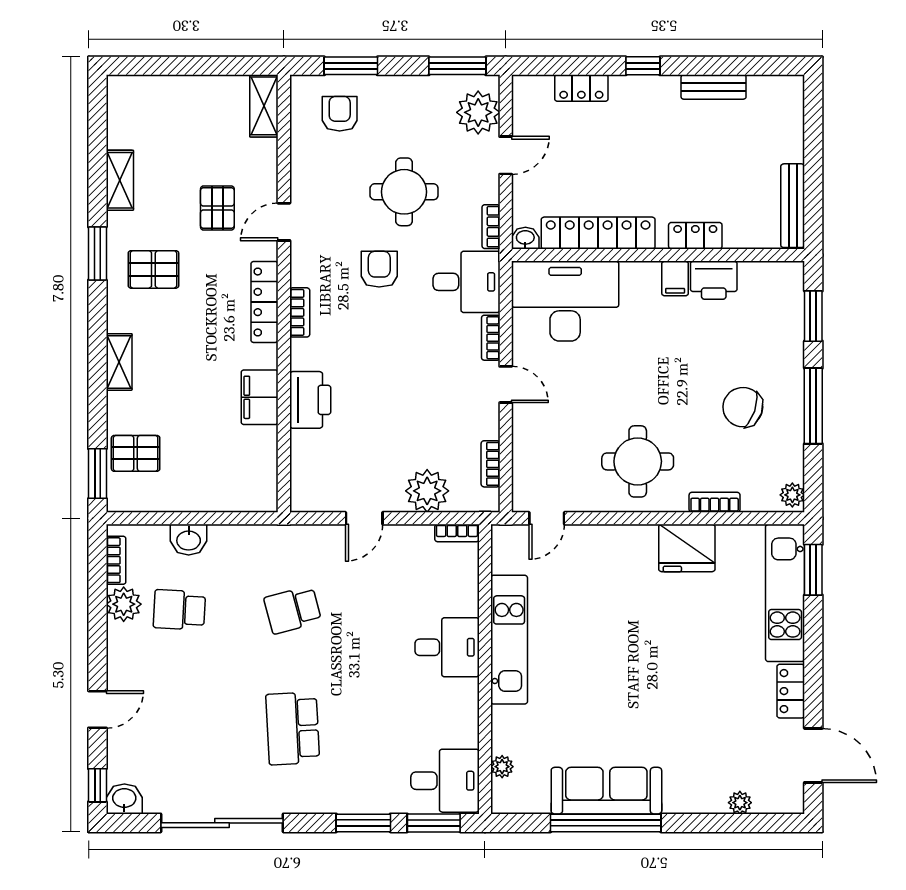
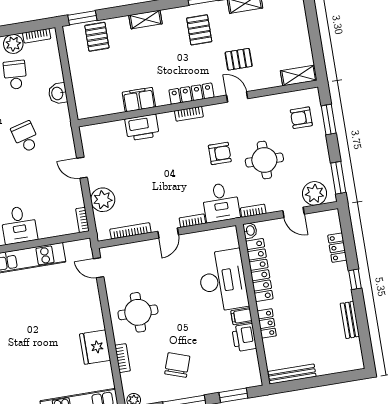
armchair: (340, 114) -> (301, 118), turned 180
desk: (565, 301) -> (223, 280), moved
bookcase: (490, 464) -> (130, 231), width x1.56
washbasin: (189, 540) -> (58, 93), moved

